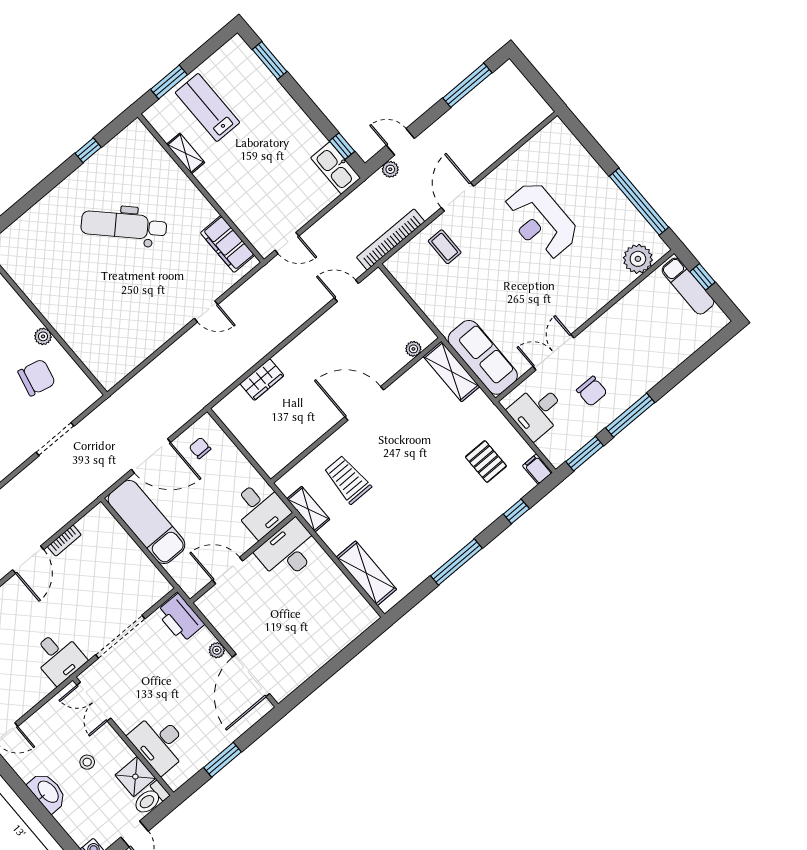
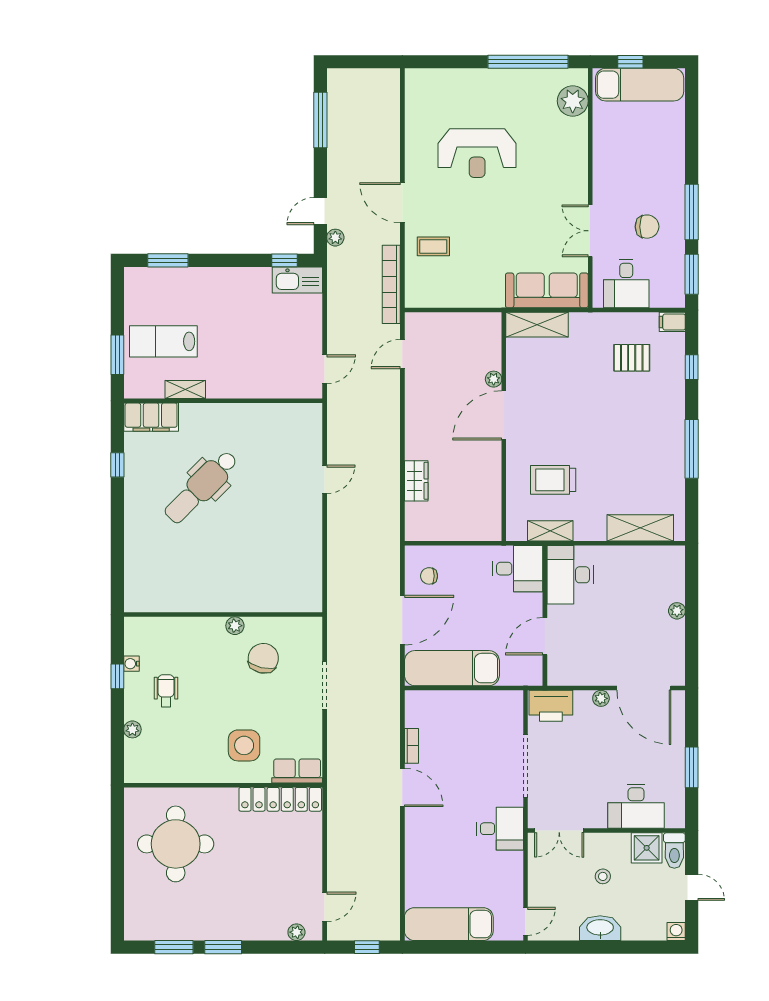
filing cabinet: (228, 244) -> (151, 417), moved
exam couch: (688, 286) -> (640, 85), width x1.36, depth x1.45
plant: (413, 349) -> (494, 379), moved
plant: (328, 652) -> (677, 611), added

